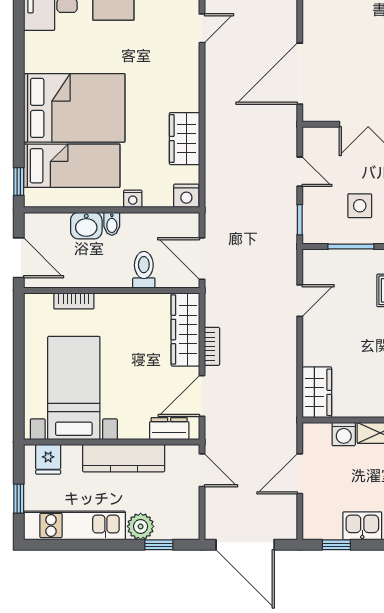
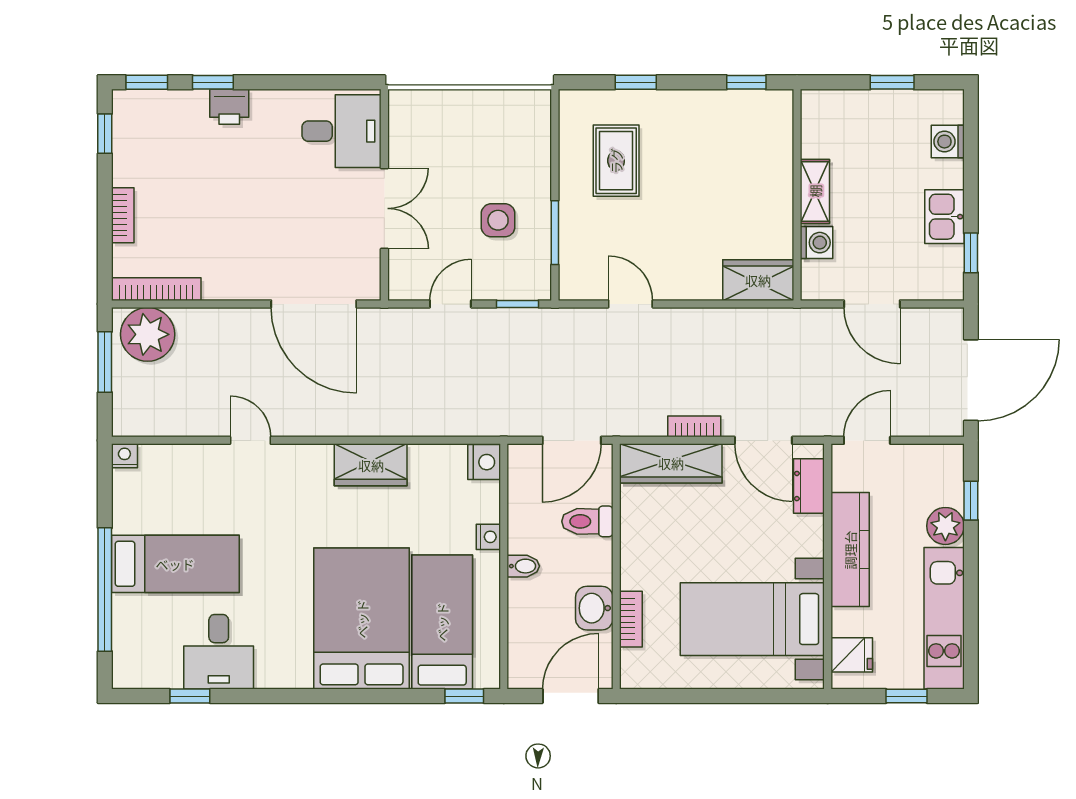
wardrobe: (184, 139) -> (371, 465), moved
washbasin: (86, 226) -> (594, 608), moved, turned 180

